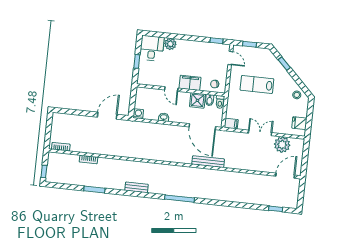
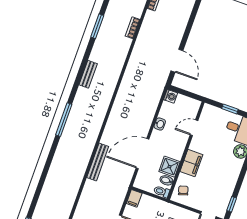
door: (171, 89) -> (194, 128), moved
door: (202, 127) -> (143, 154), moved

